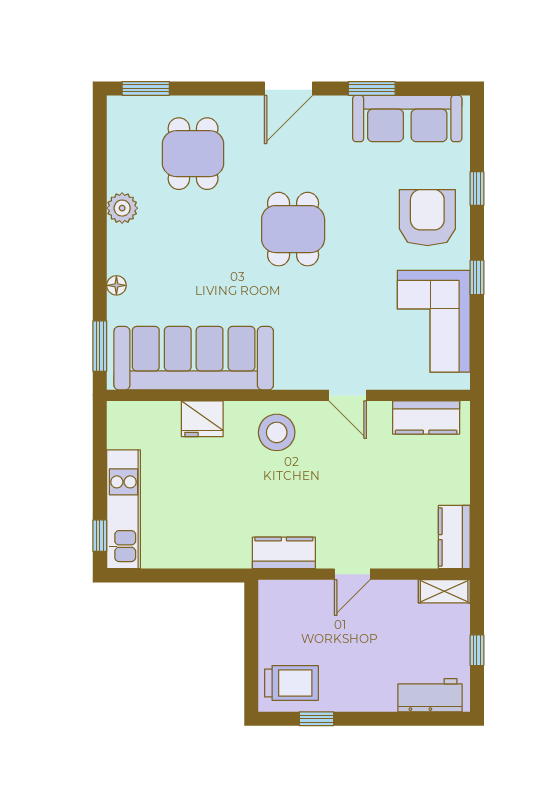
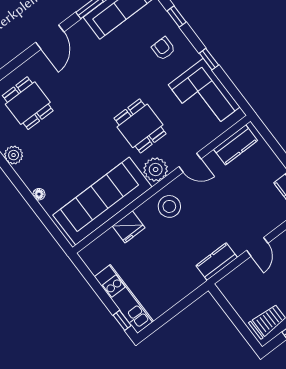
armchair: (427, 218) -> (163, 49), width x0.53, depth x0.53
dining table: (293, 229) -> (140, 126), moved
window: (100, 346) -> (53, 229), removed
plant: (296, 370) -> (156, 170), added

